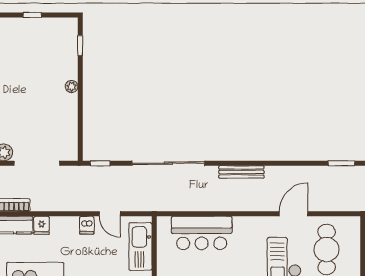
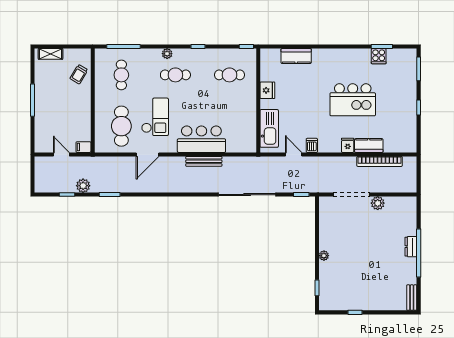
bench: (241, 172) -> (204, 161), moved
bar counter: (202, 233) -> (201, 139), moved

